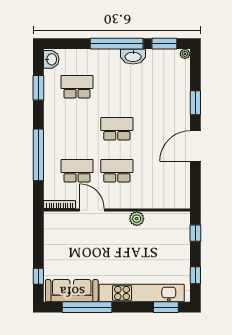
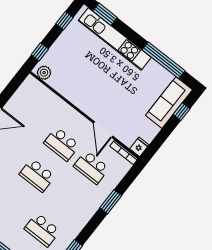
window: (38, 155) -> (111, 202), width x0.47
fridge: (50, 219) -> (139, 147), added
plant: (137, 219) -> (44, 73), moved
sofa: (72, 291) -> (169, 103), moved, turned 90

